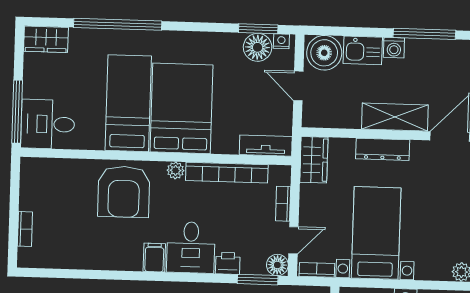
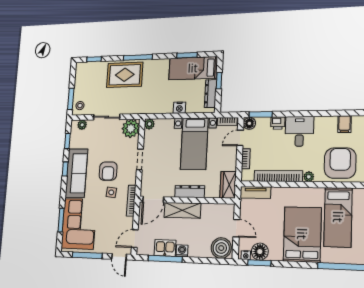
kitchen sink: (363, 50) -> (165, 248), moved
bed: (182, 108) -> (302, 234), moved, turned 180
filing cabinet: (154, 258) -> (344, 124), moved

